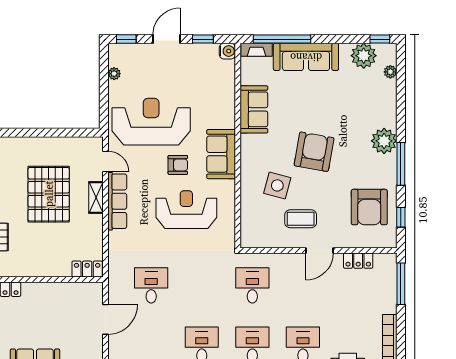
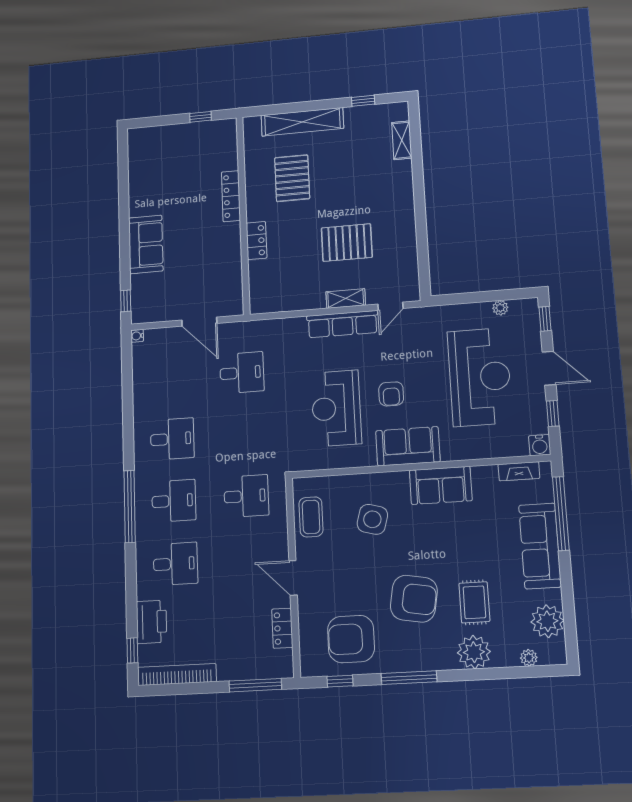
window: (380, 39) -> (571, 642), removed
fireplace: (257, 50) -> (519, 471), moved, turned -90
sofa: (254, 109) -> (441, 485), moved
rug: (346, 110) -> (474, 602), added
reception desk: (151, 122) -> (480, 377), moved
plant: (384, 141) -> (474, 652), moved
armchair: (314, 152) -> (414, 599), moved
pallet: (49, 194) -> (347, 243), width x0.73, depth x0.71
reception desk: (186, 210) -> (336, 408), turned 180
coffee table: (301, 219) -> (311, 517), moved
locker: (87, 269) -> (257, 241), moved

